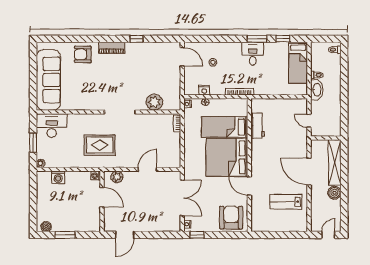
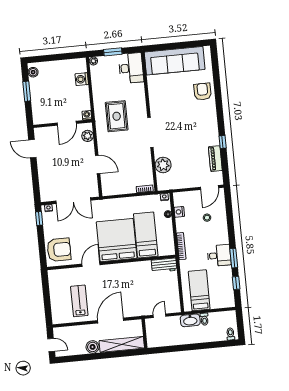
piano: (112, 48) -> (215, 159), moved
bed: (298, 63) -> (199, 290), moved, turned 90
workbench: (258, 126) -> (164, 265), moved

